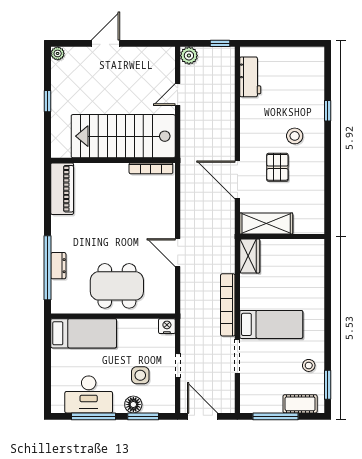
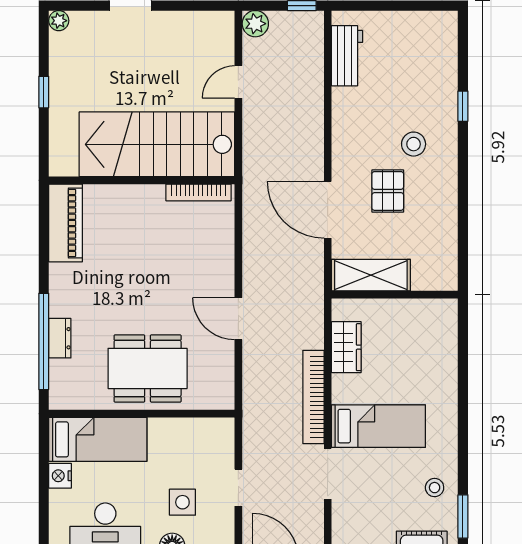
wardrobe: (250, 256) -> (346, 347), moved
nightstand: (167, 326) -> (60, 476), moved, turned -90

